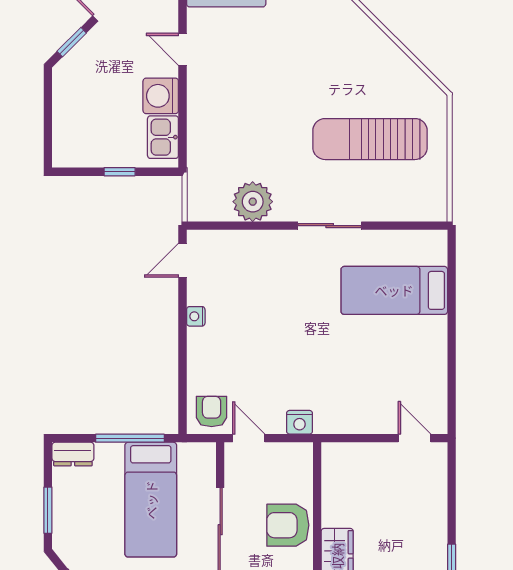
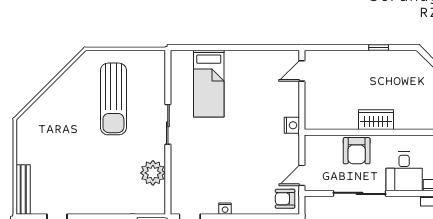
nightstand: (300, 422) -> (292, 125), moved

